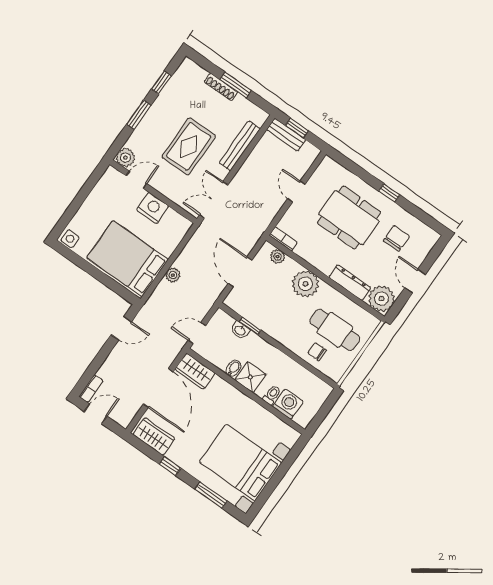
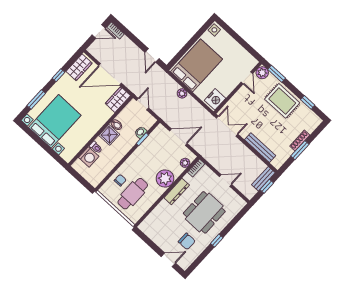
window: (139, 115) -> (277, 74), moved
rug: (189, 146) -> (282, 101), moved
nightstand: (153, 208) -> (215, 99), moved
door: (415, 281) -> (168, 260), moved
dresser: (350, 283) -> (177, 191), moved
plant: (381, 299) -> (149, 227), removed
door: (96, 414) -> (99, 31), hinge flipped

